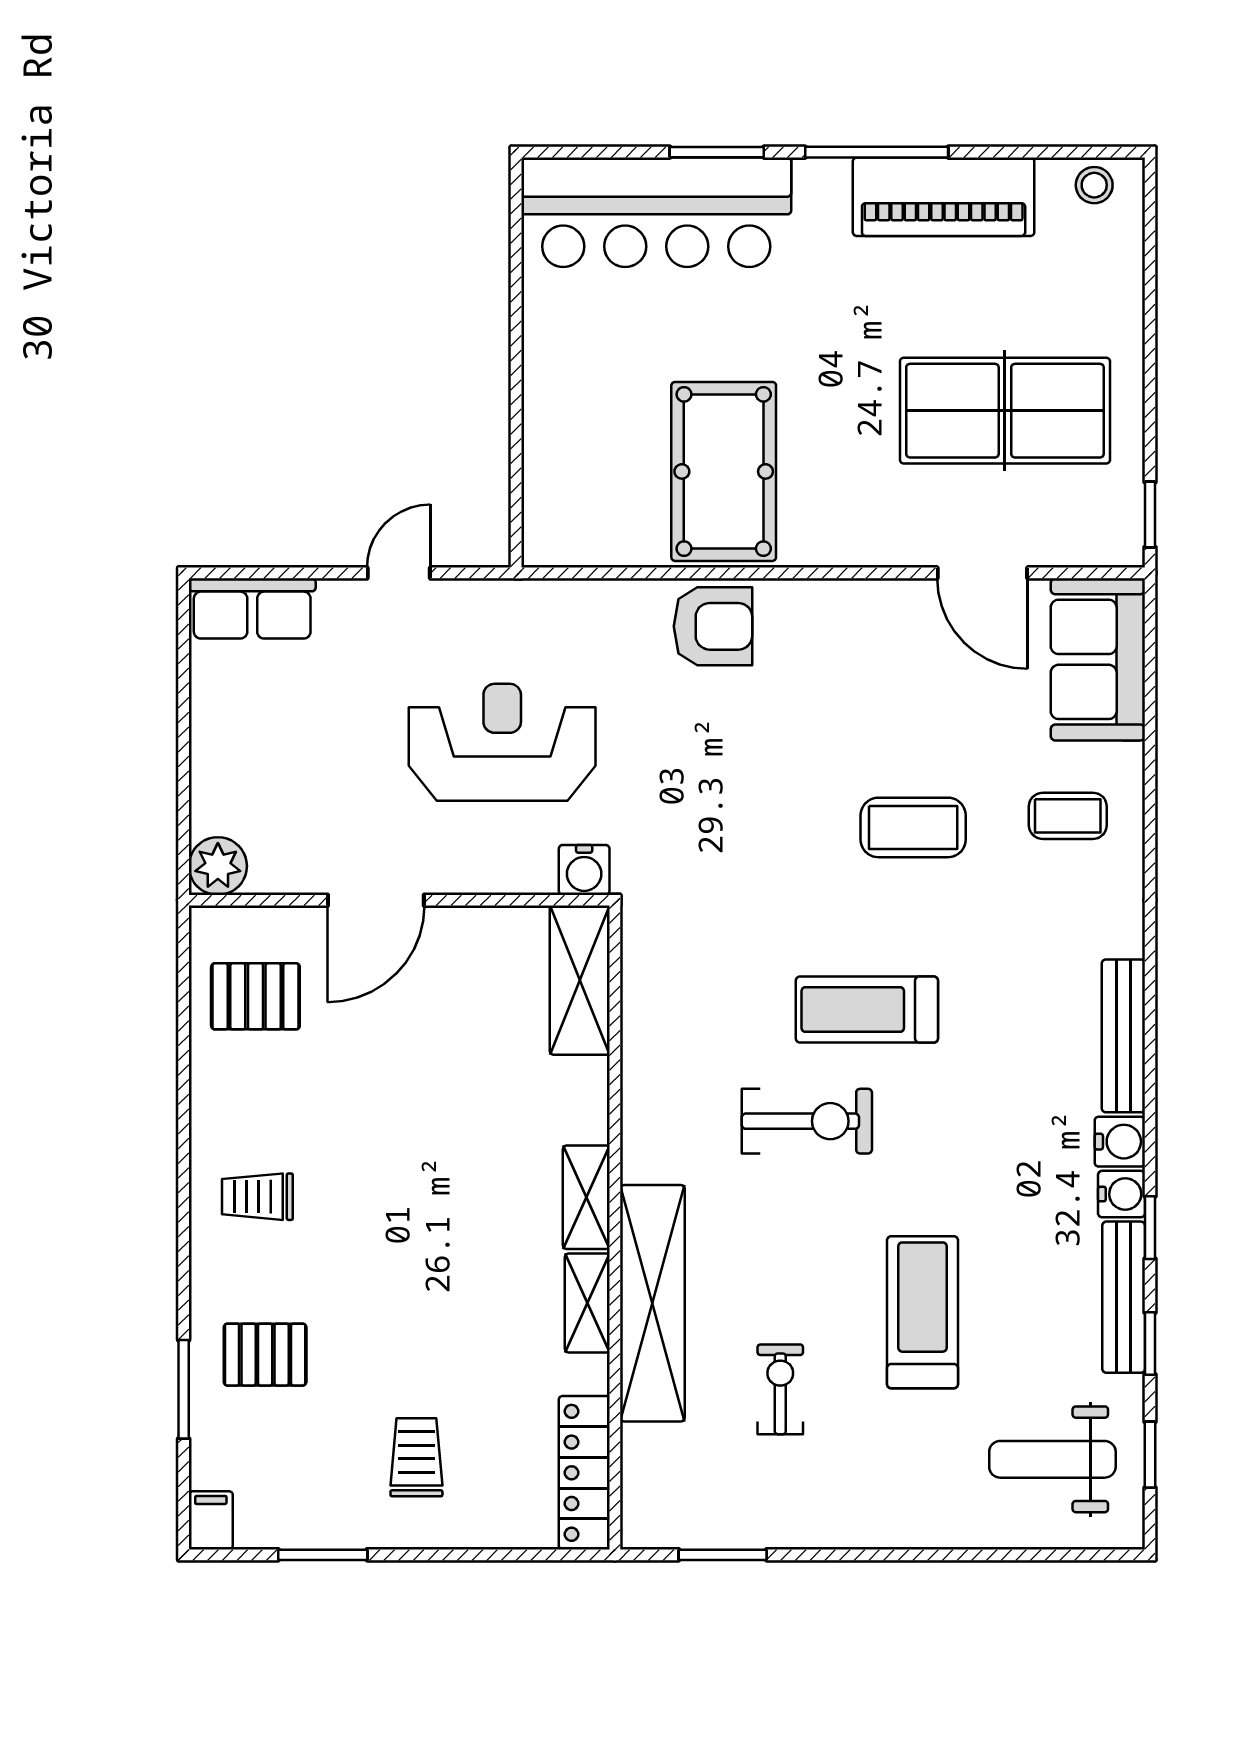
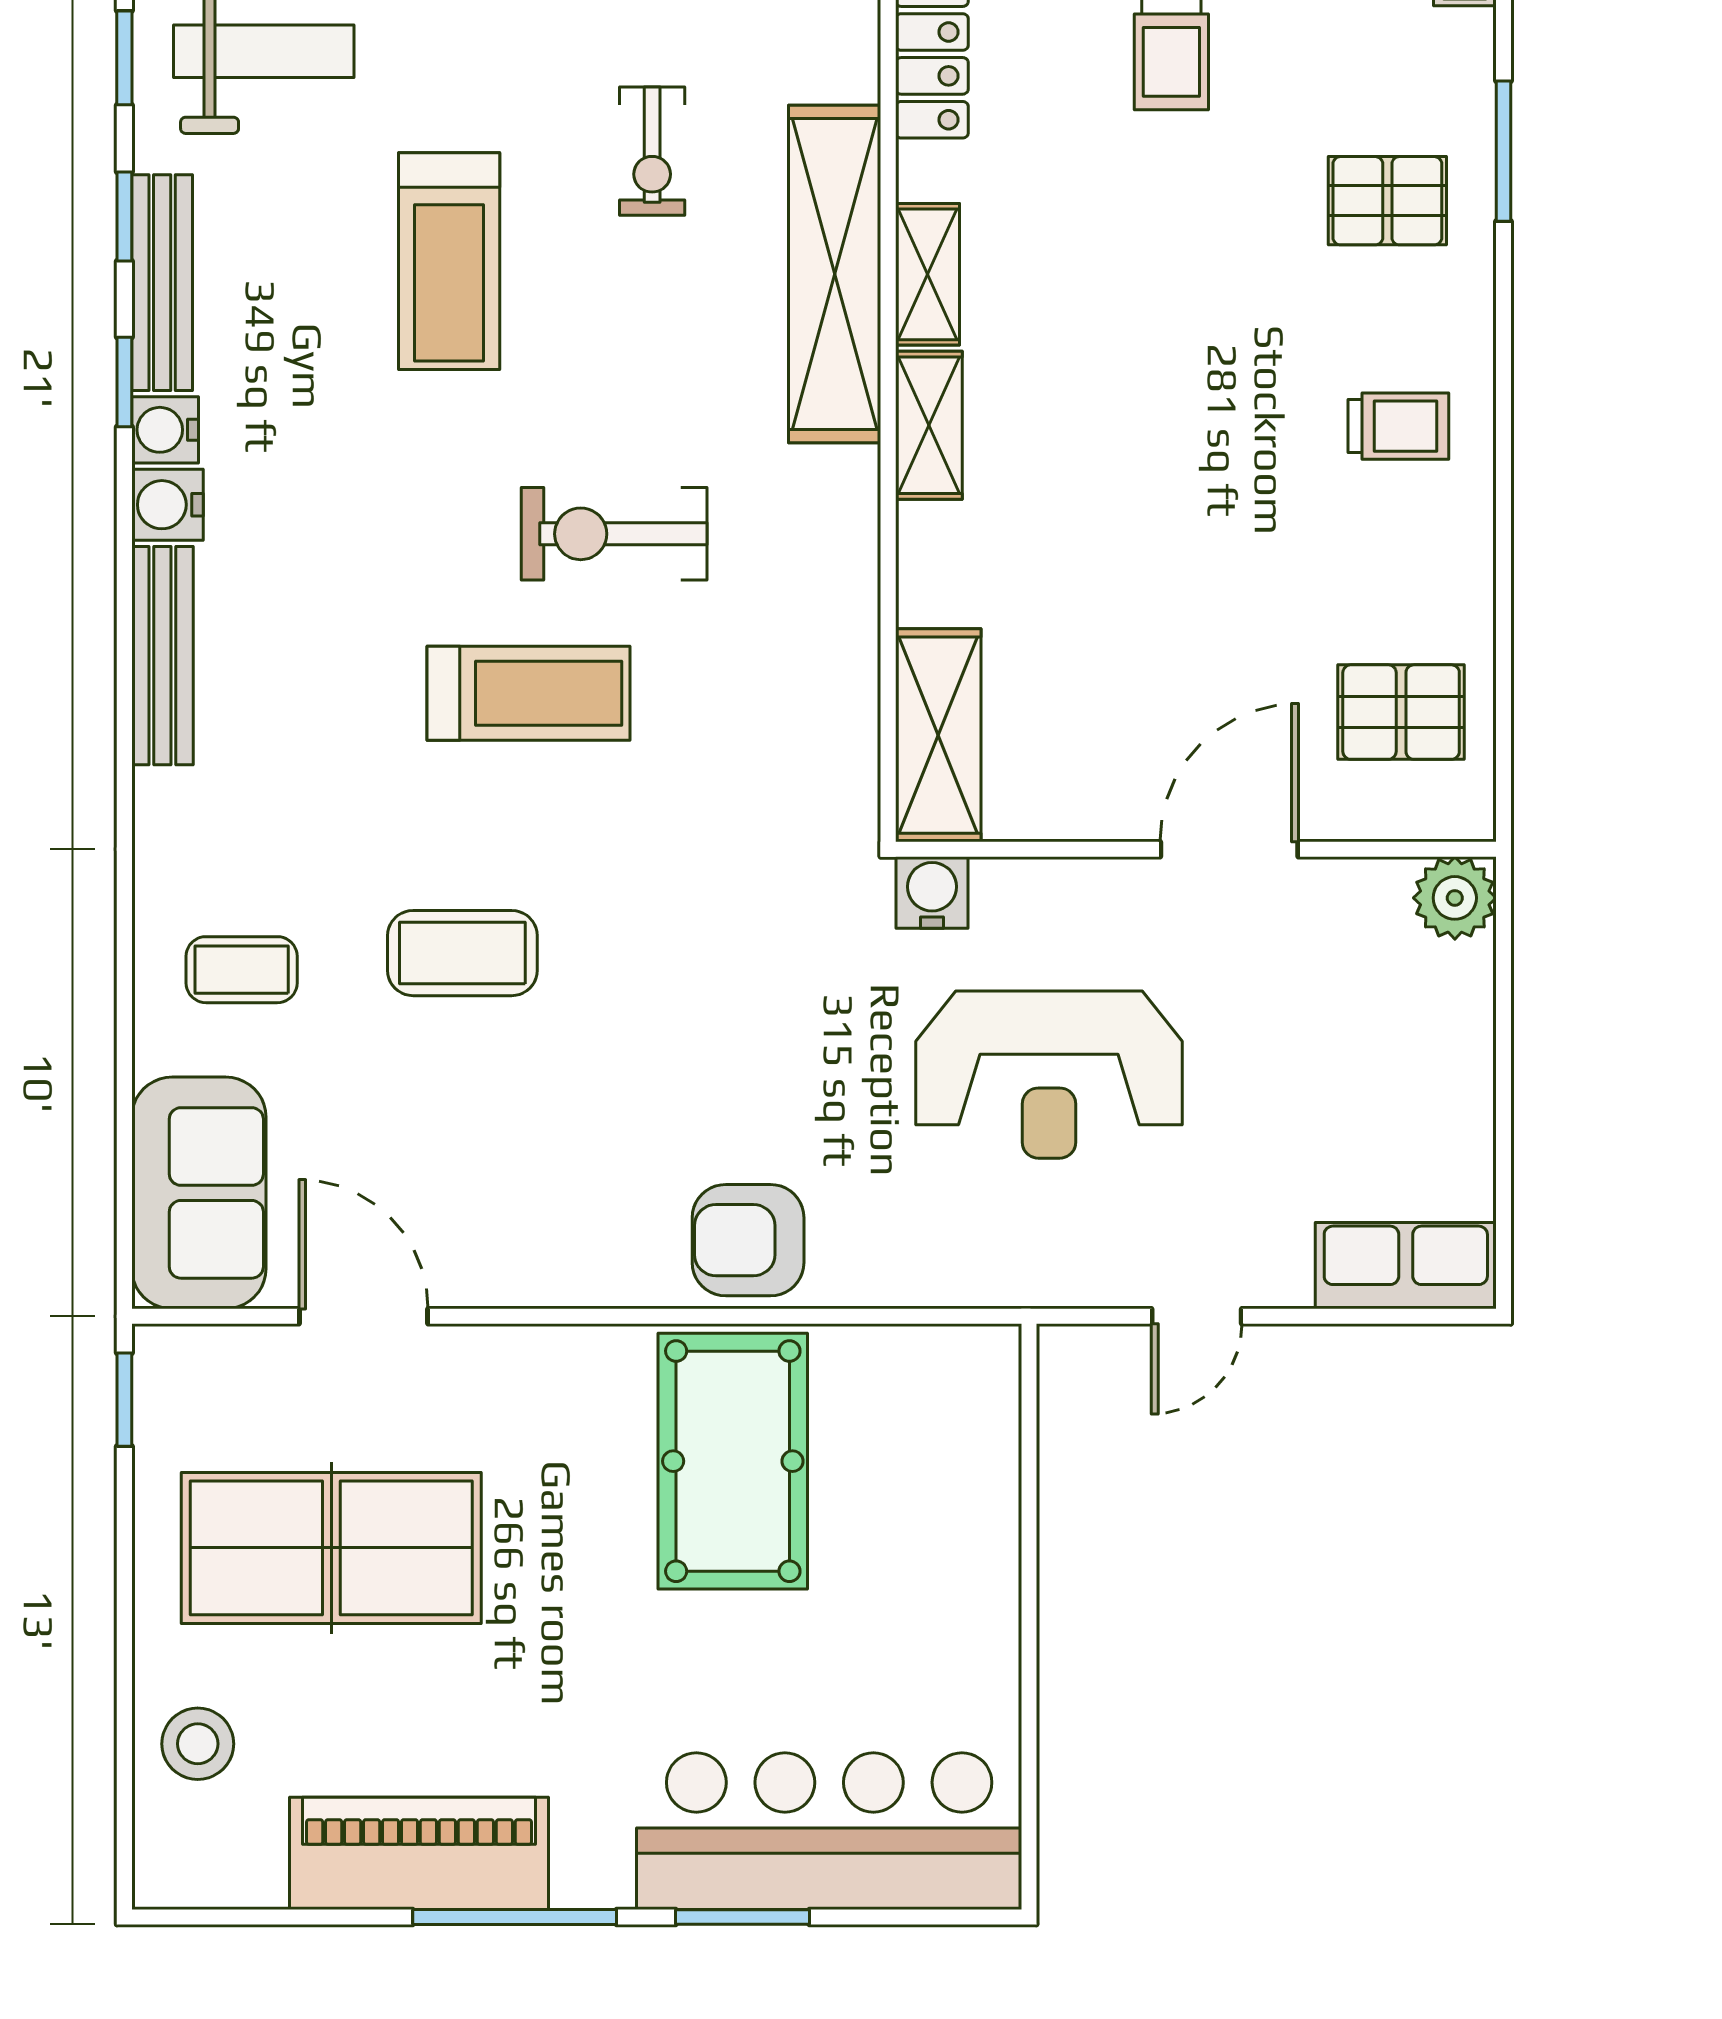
stool: (1094, 185) -> (198, 1744), moved, width x1.37, depth x1.37

